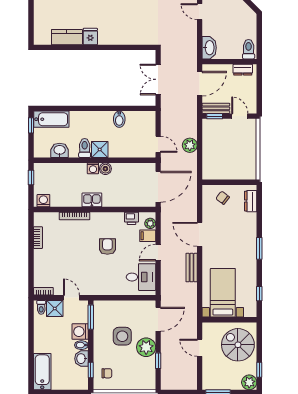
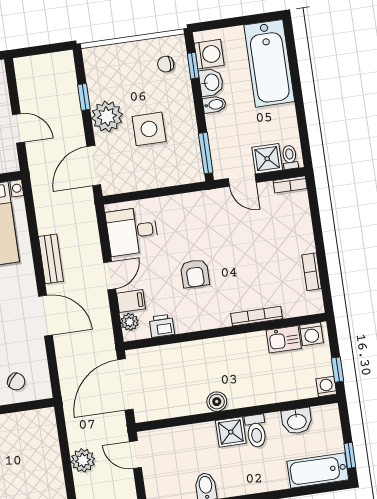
washing machine: (93, 168) -> (326, 386), moved
kitchen sink: (92, 200) -> (284, 339), moved
washing machine: (80, 332) -> (209, 54), moved
bathtub: (42, 372) -> (269, 63), width x1.36, depth x1.36

